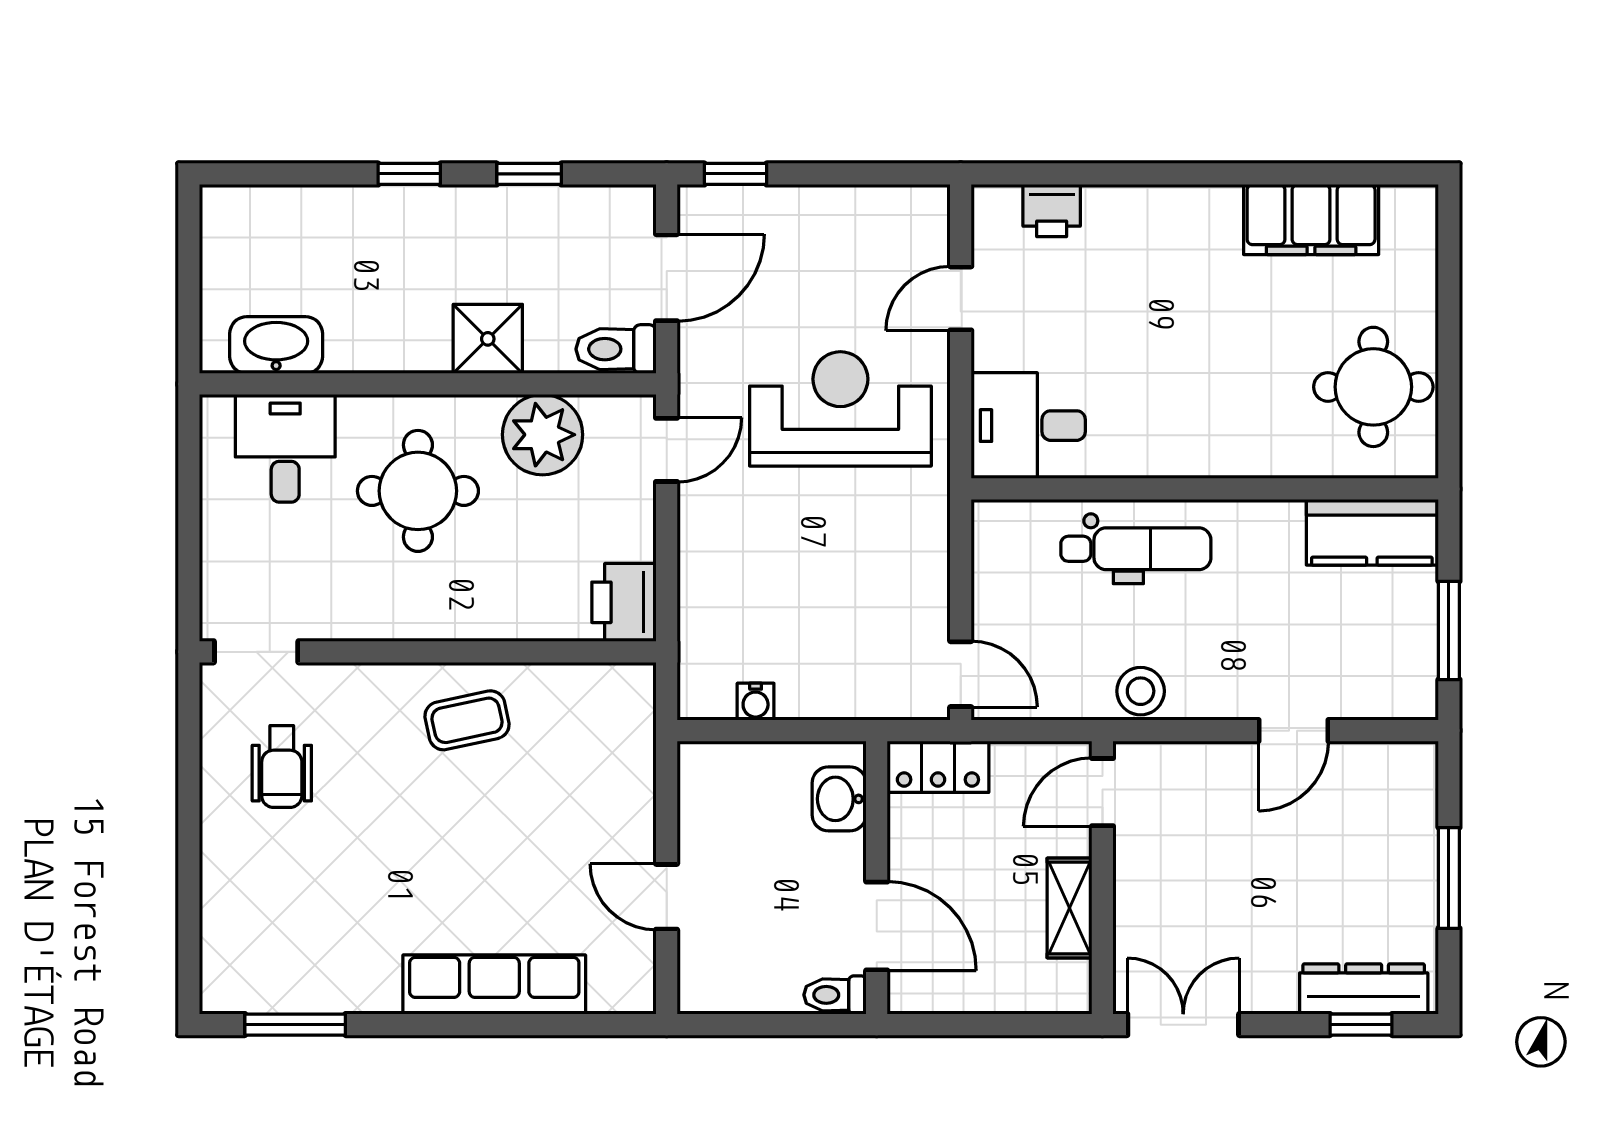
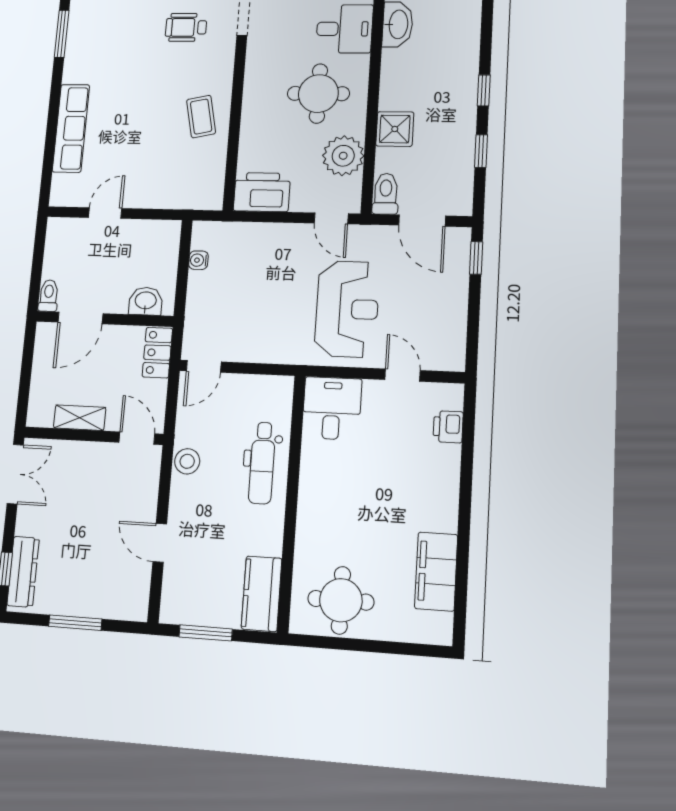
printer: (624, 602) -> (262, 192), width x1.37, depth x1.19

